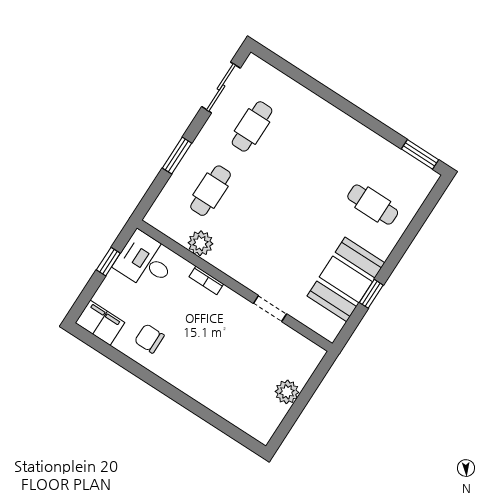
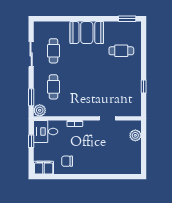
sliding door: (221, 87) -> (31, 54), moved
window: (177, 156) -> (31, 97), moved
plant: (200, 243) -> (40, 110), moved
booth: (346, 279) -> (87, 33), moved, turned 90
plant: (287, 392) -> (135, 135), moved

